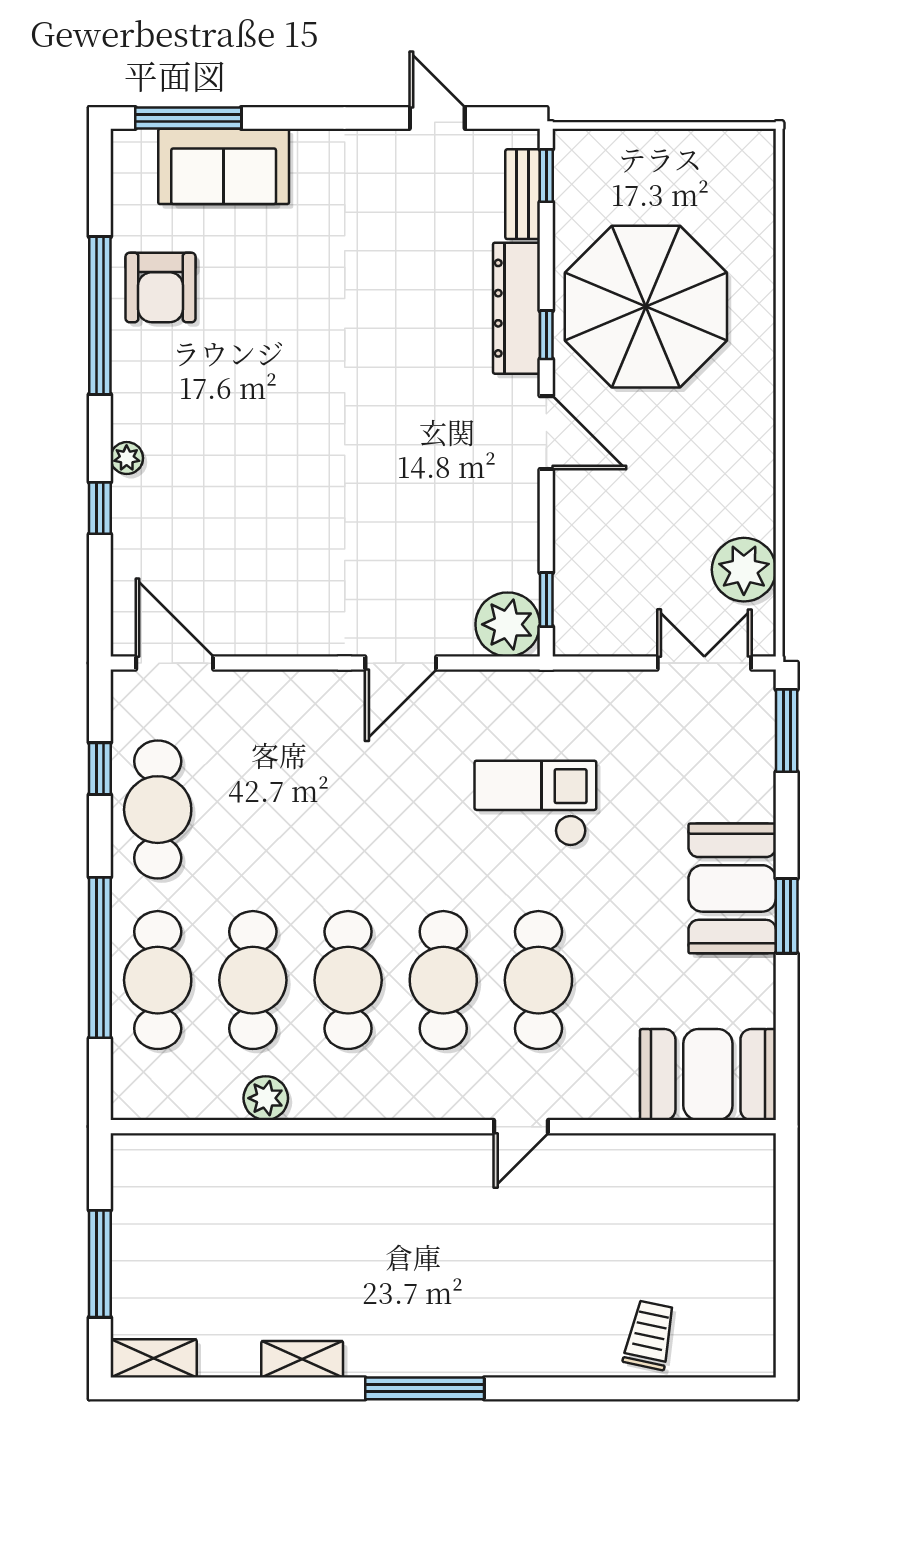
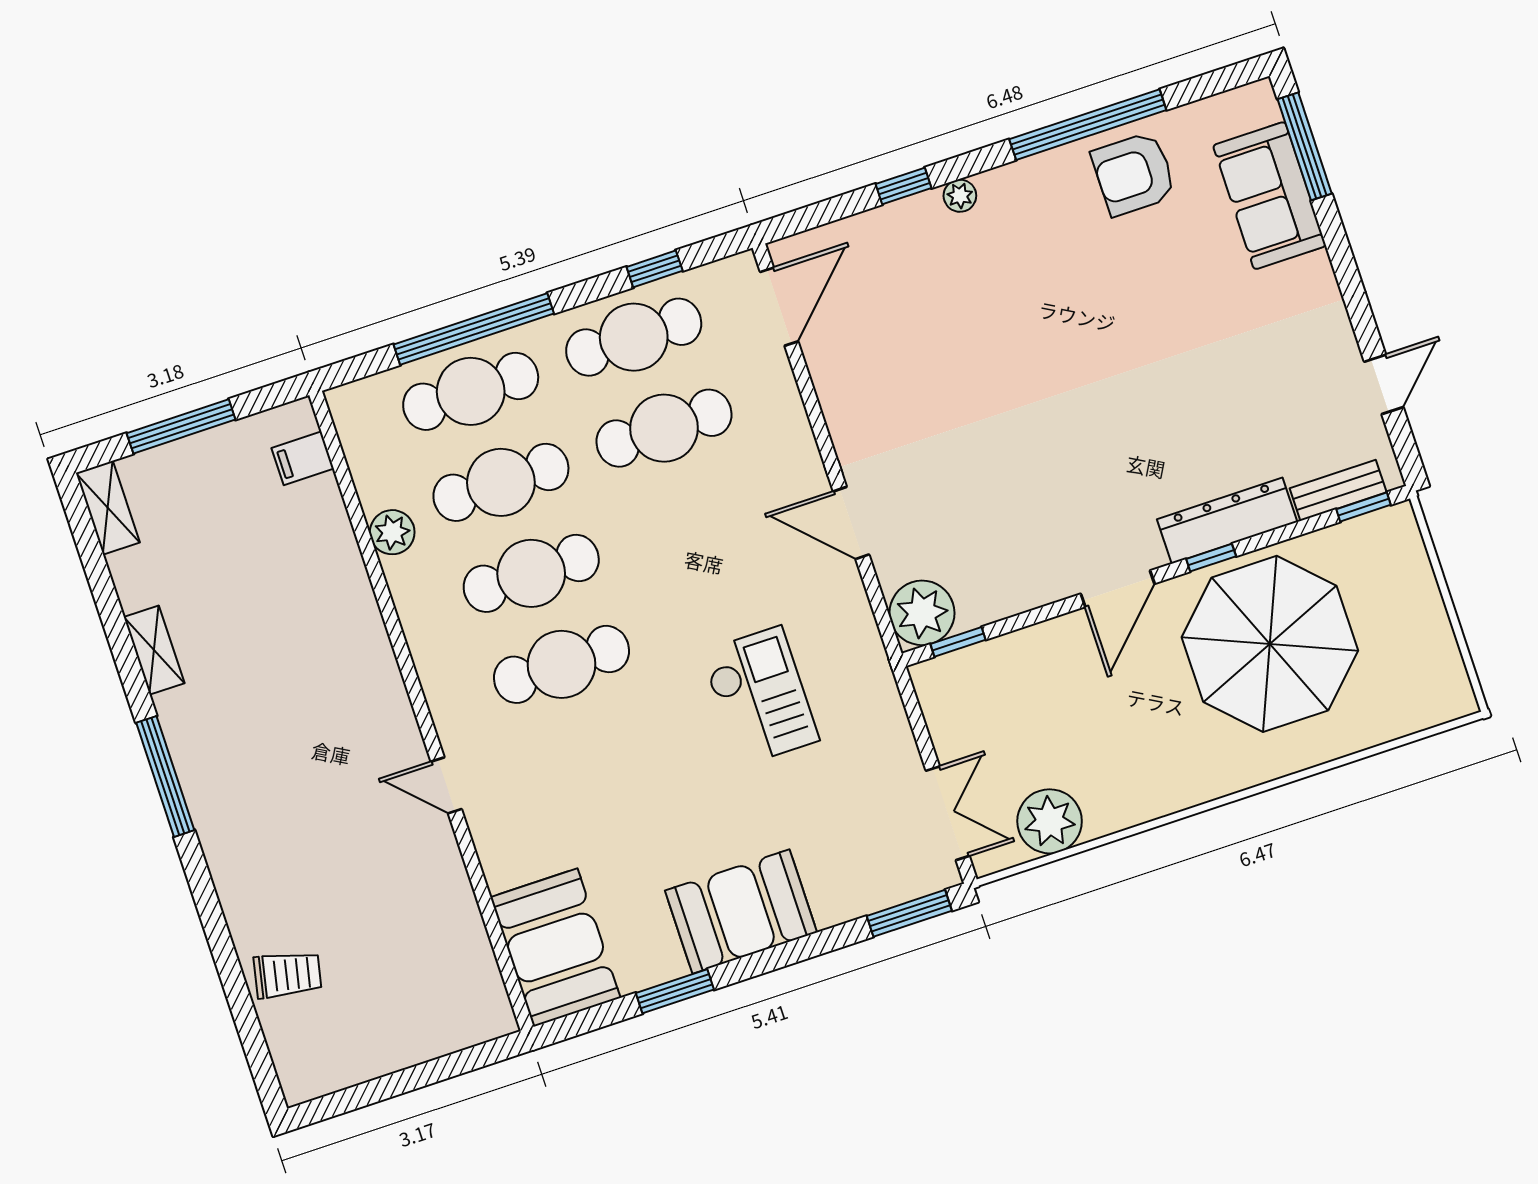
window: (787, 916) -> (675, 991), moved
cafe table: (538, 980) -> (664, 428), moved
filing cabinet: (168, 1159) -> (303, 458), added

